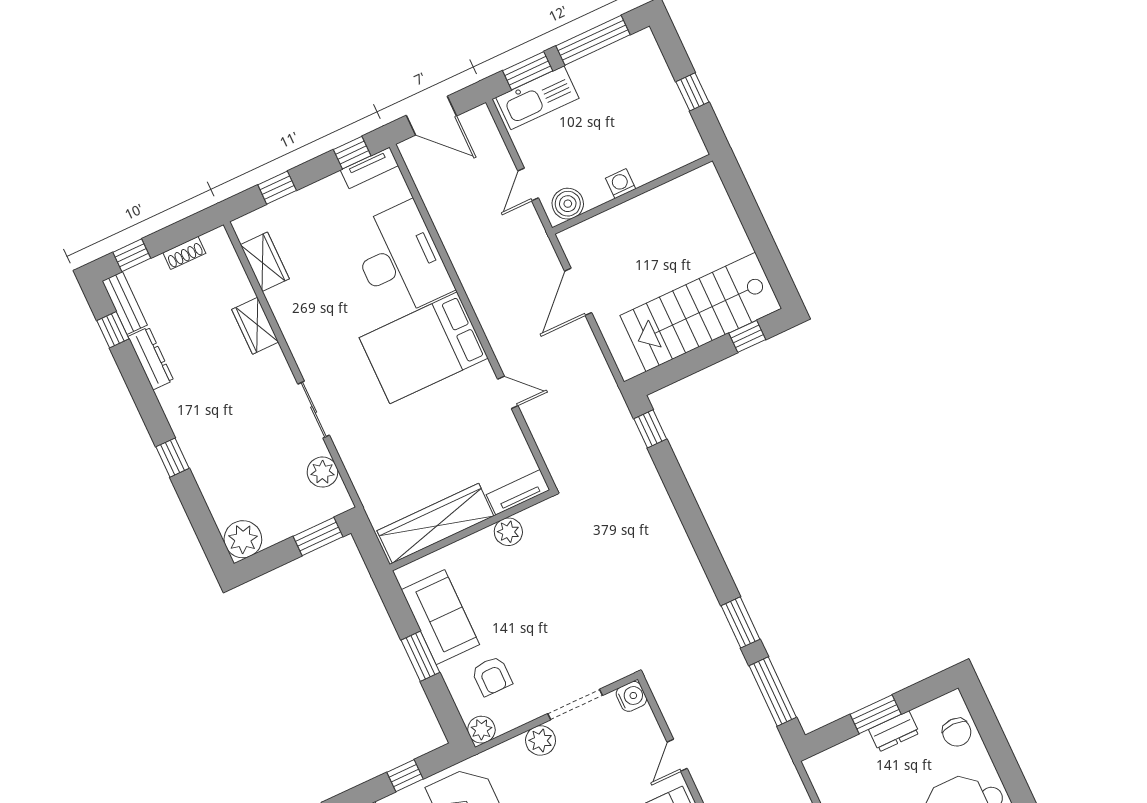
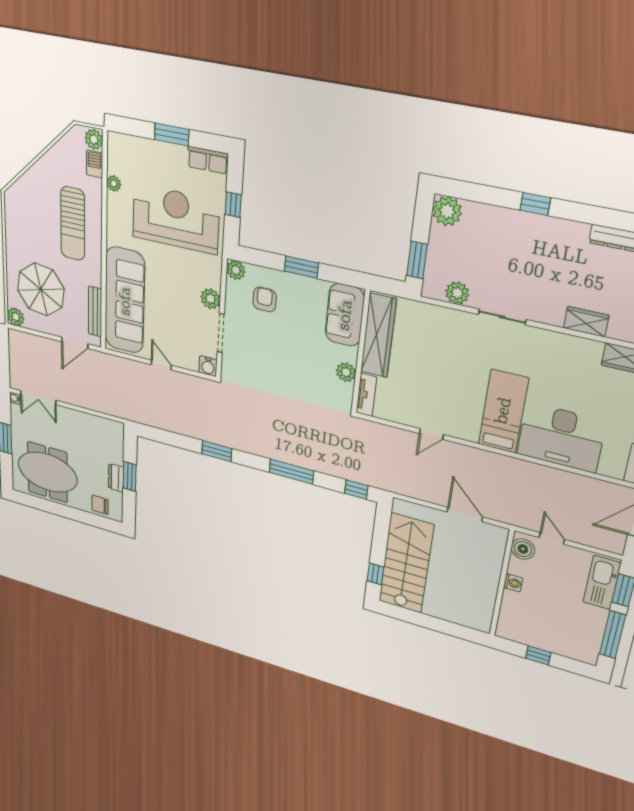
bed: (424, 348) -> (503, 411), width x0.67
sofa: (440, 617) -> (345, 315), moved, turned 90
armchair: (492, 676) -> (265, 299), turned 90
window: (773, 692) -> (291, 472), moved

